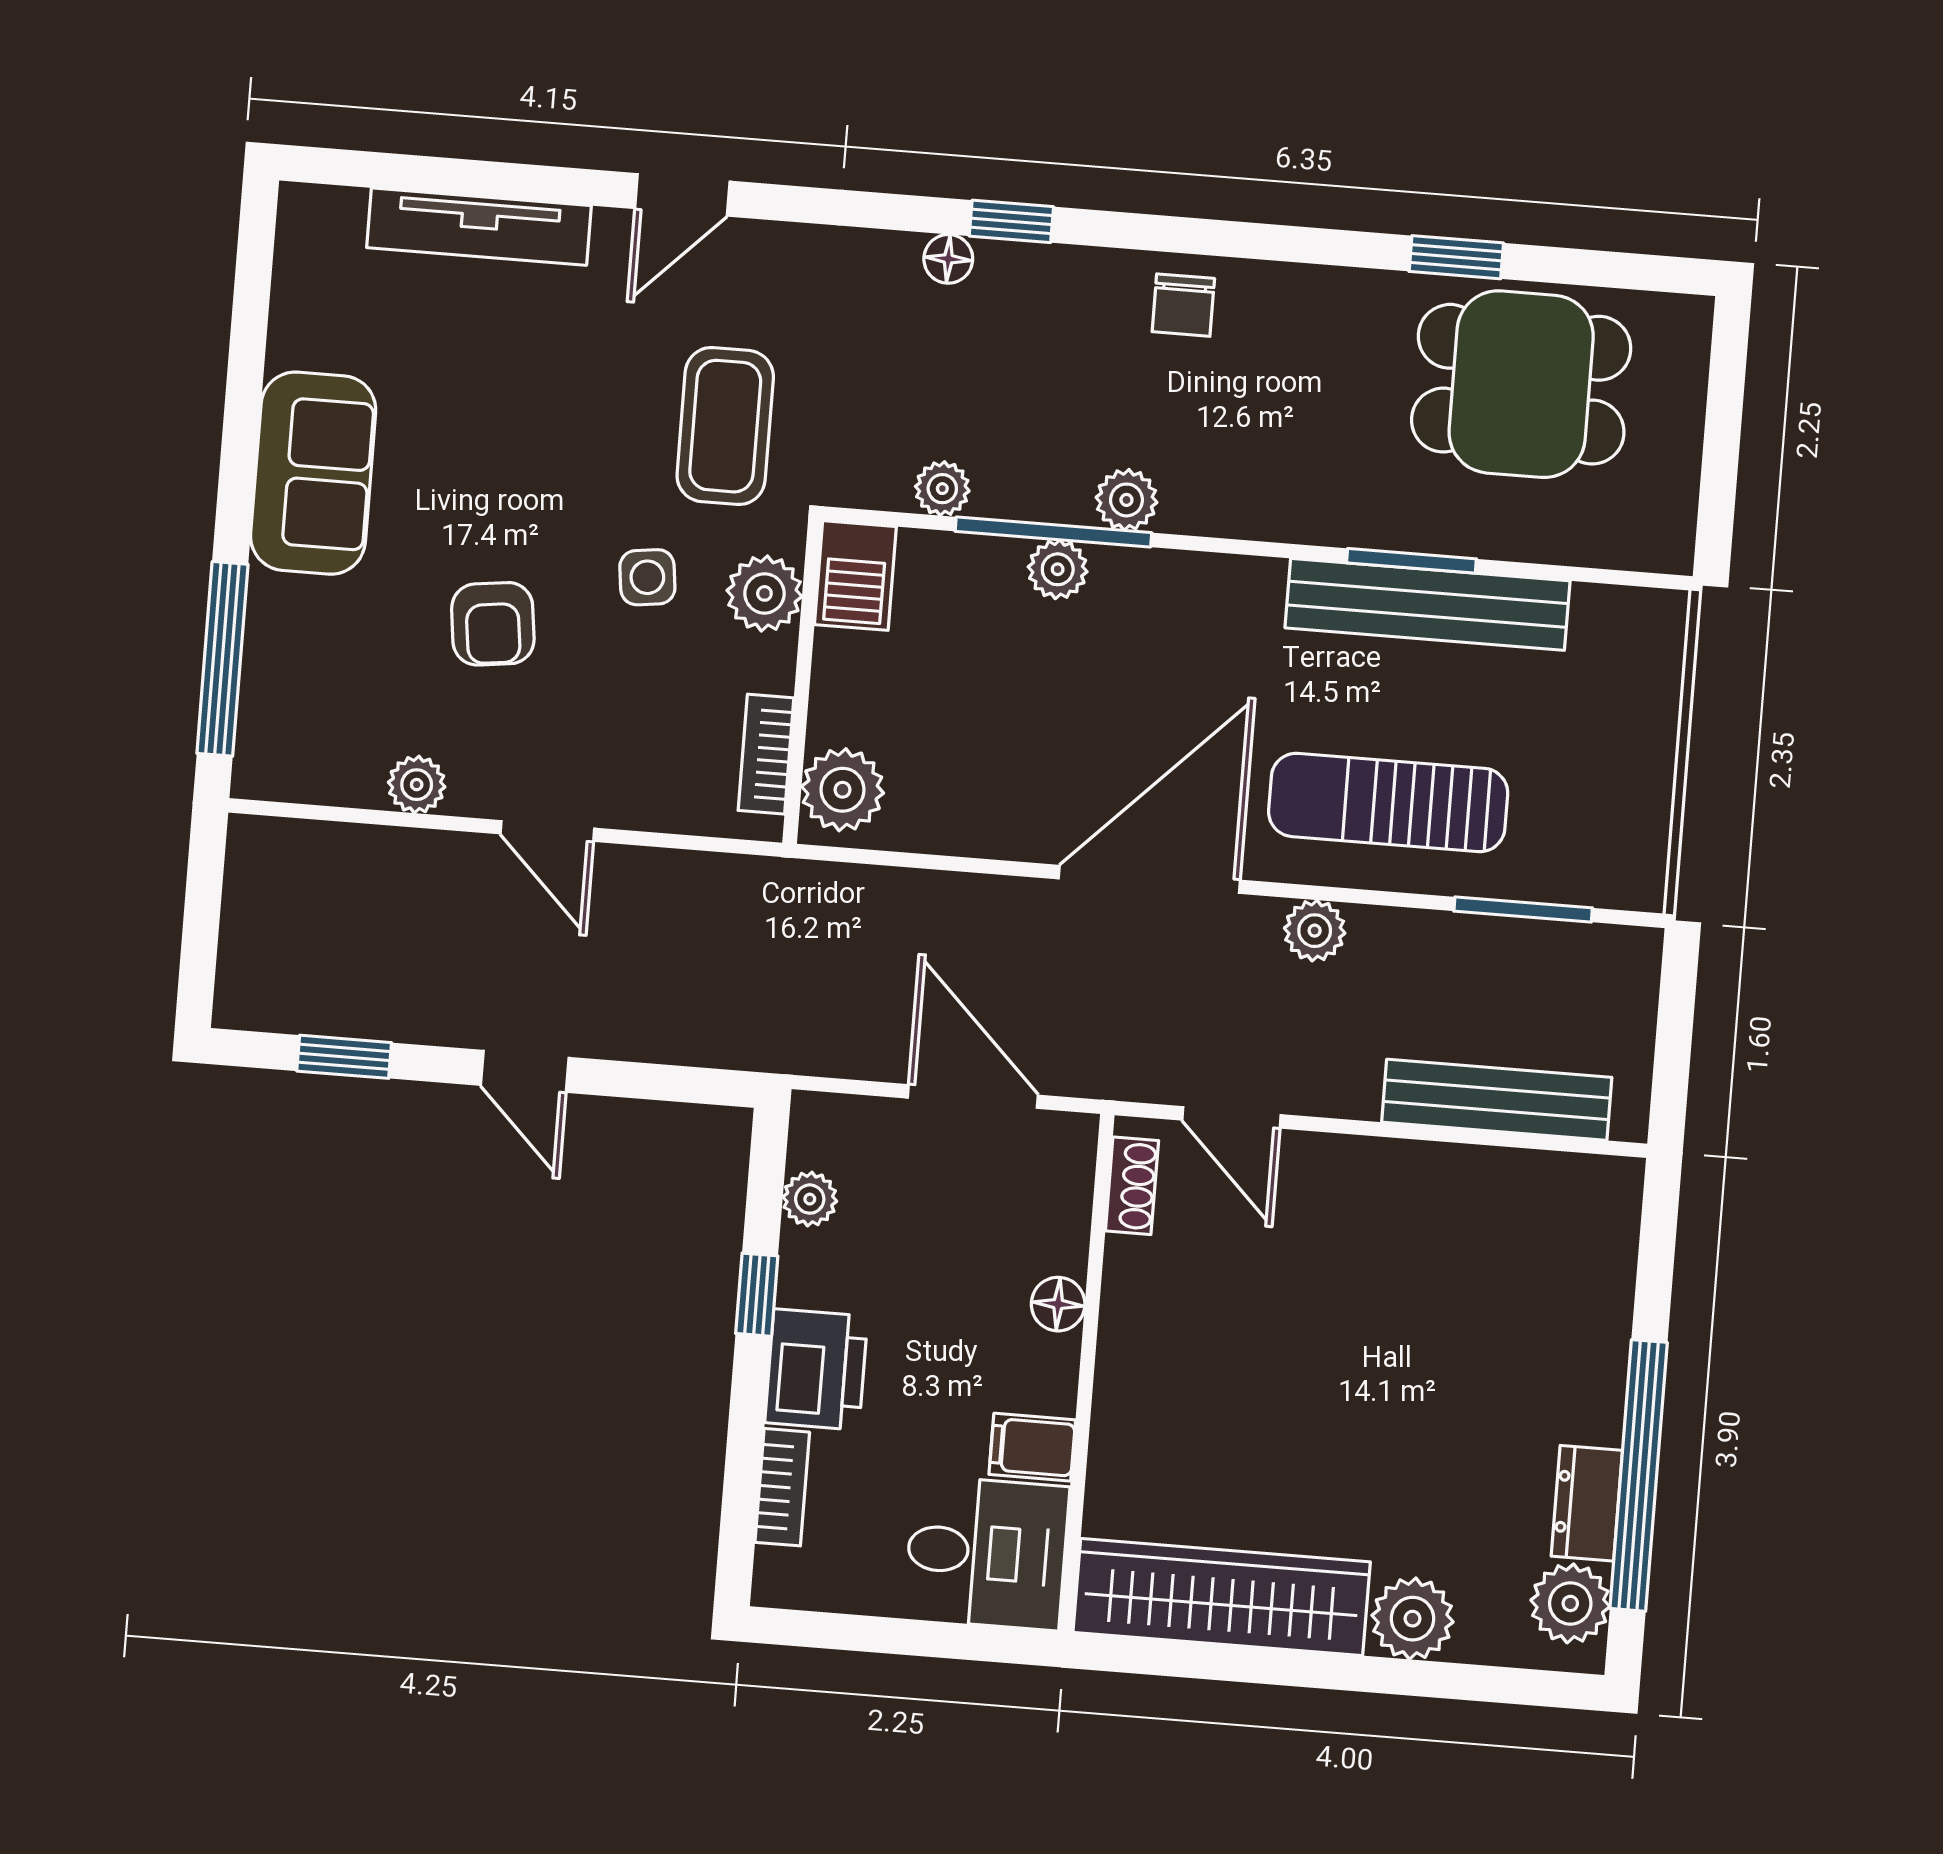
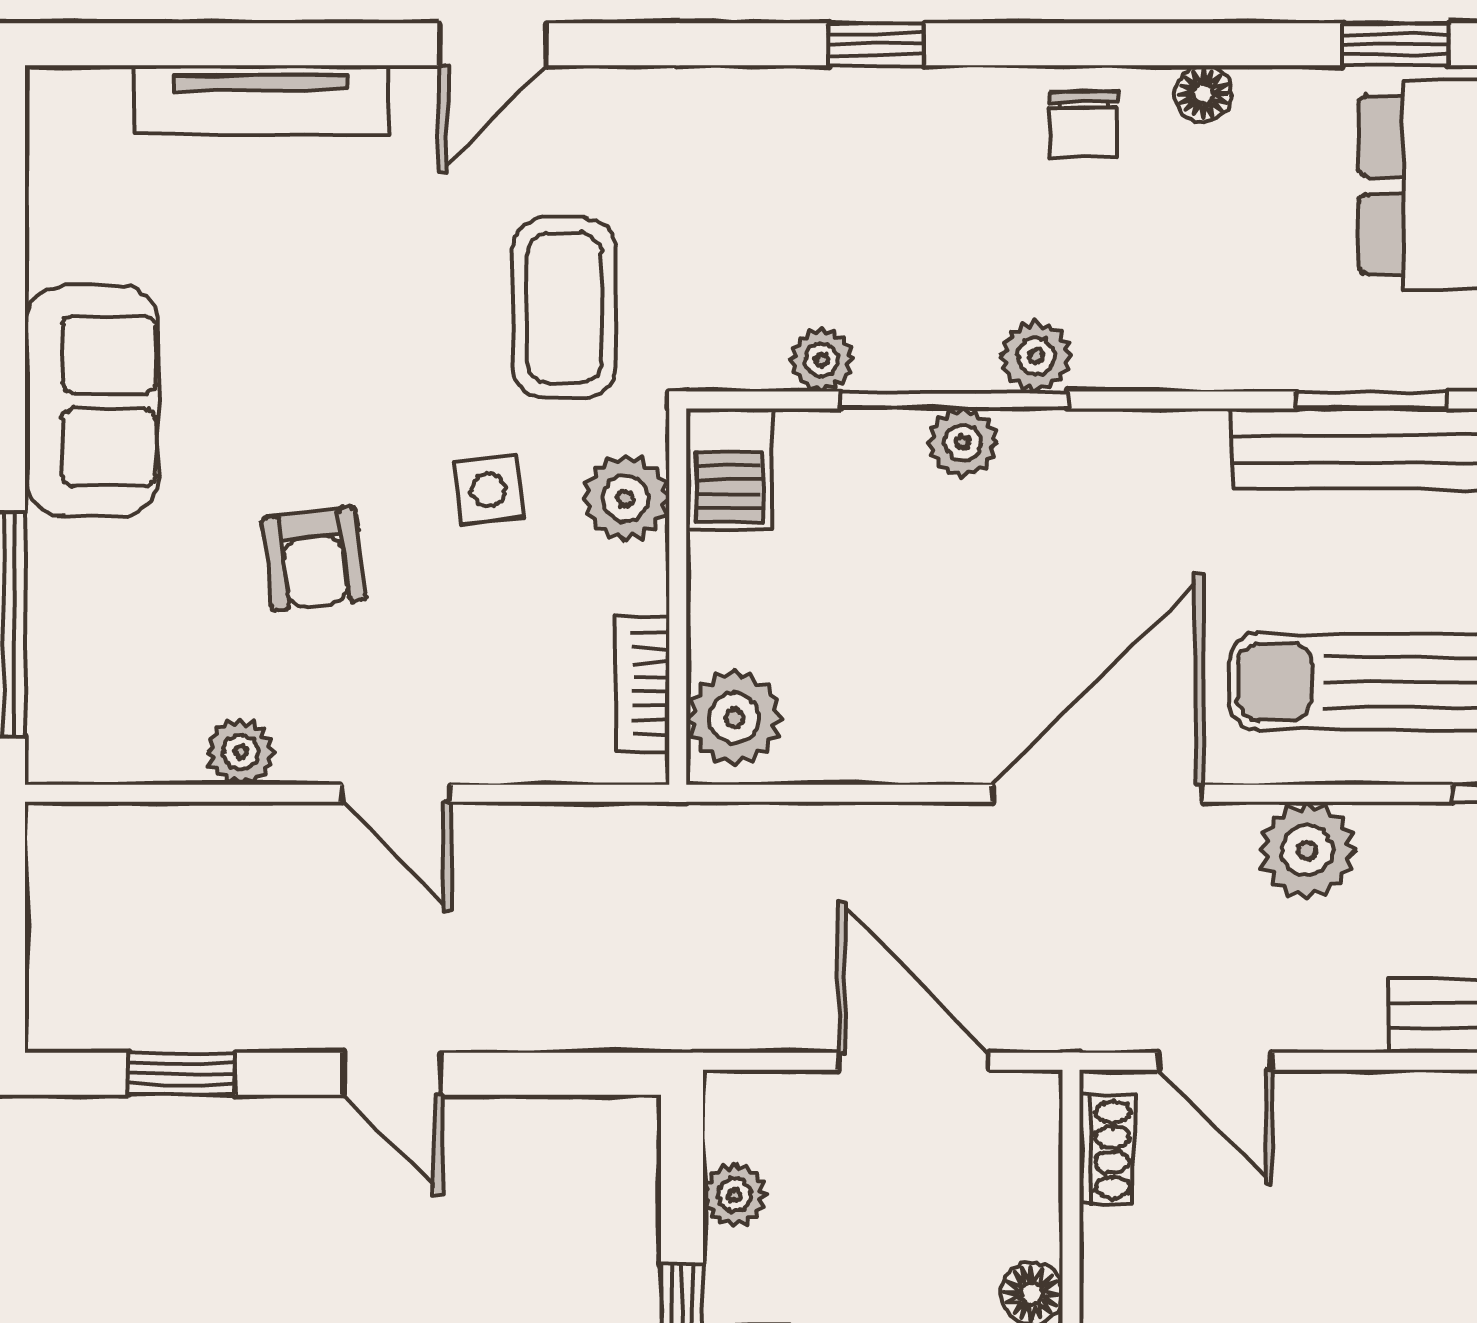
floor lamp: (948, 259) -> (1203, 94), moved
plant: (1315, 931) -> (1307, 850), width x1.38, depth x1.38

